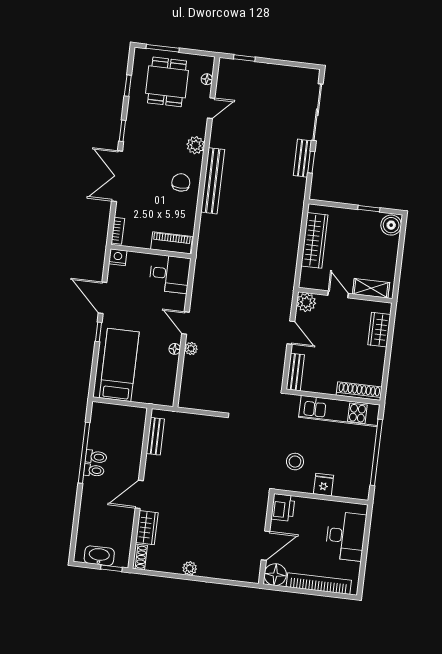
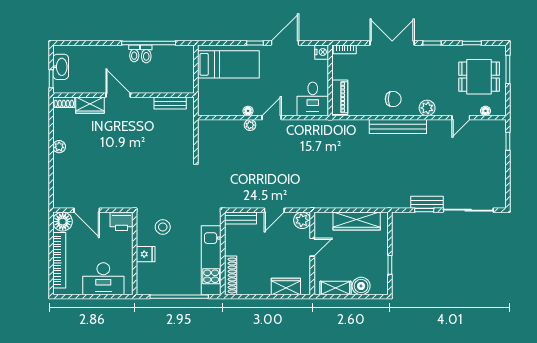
door: (211, 108) -> (461, 118), hinge flipped
boiler: (391, 225) -> (361, 286), moved
shelving: (371, 288) -> (336, 288), moved, turned 90

